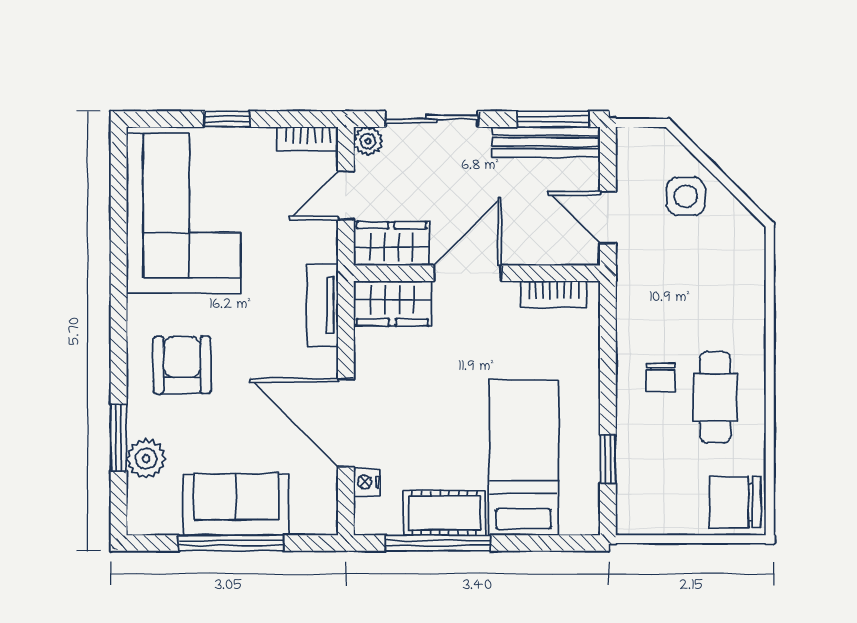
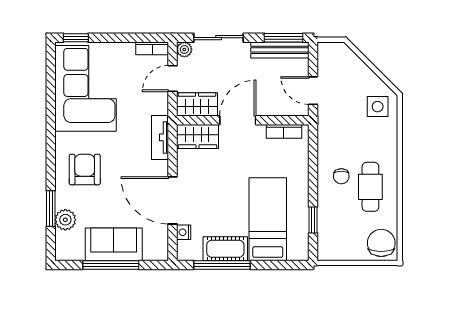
window: (227, 119) -> (76, 38), moved
side table: (686, 196) -> (378, 107), moved
chair: (735, 502) -> (381, 243), turned 90

